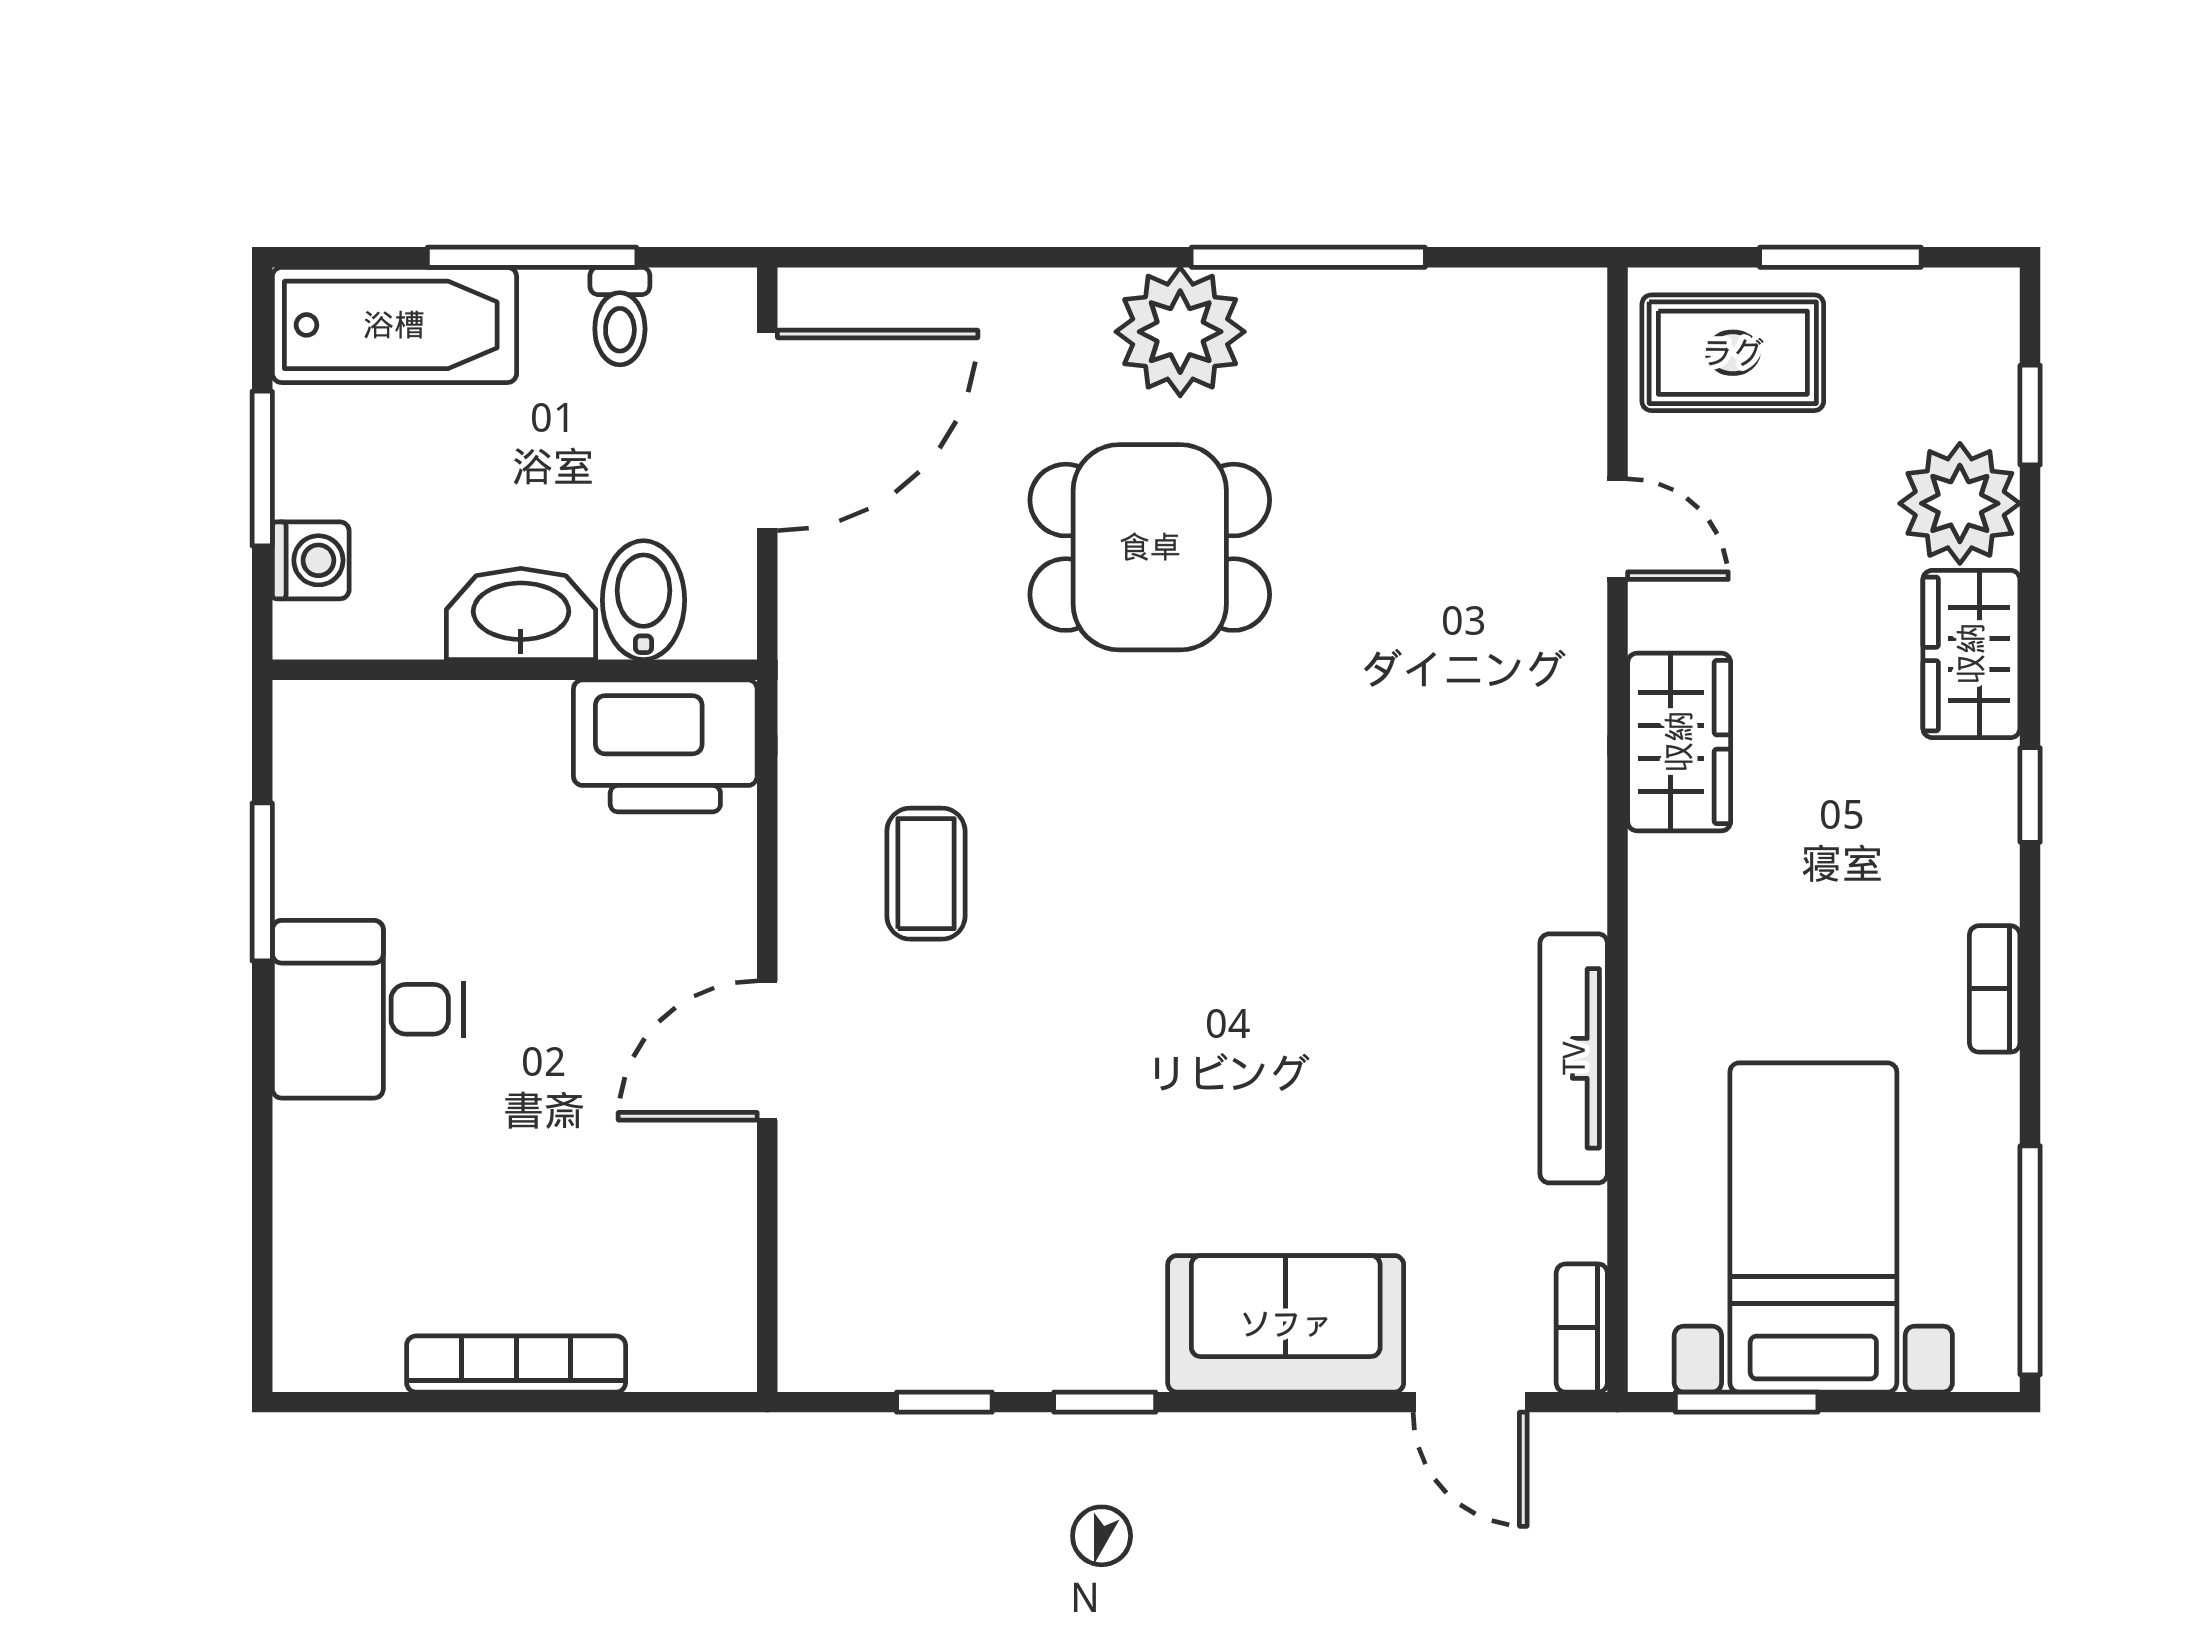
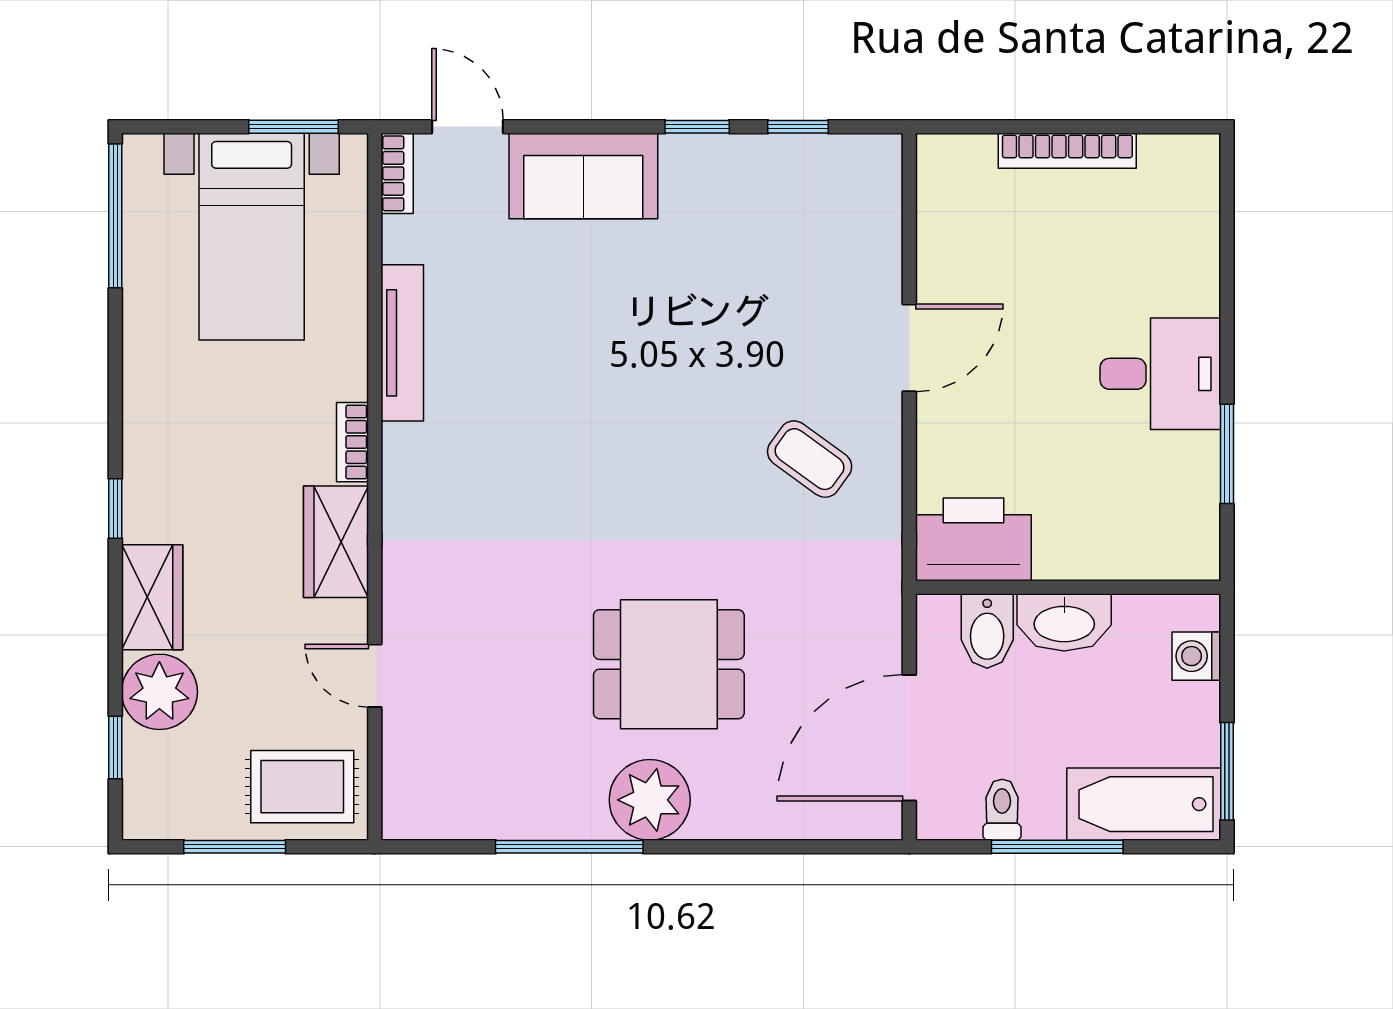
window: (262, 469) -> (1227, 771), moved
coffee table: (926, 874) -> (810, 459), turned -54
bookcase: (1995, 989) -> (352, 442), moved, turned 180

